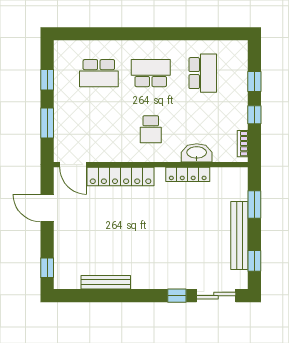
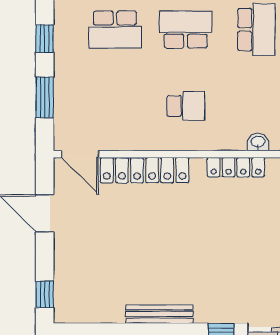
school desk: (151, 129) -> (186, 106), turned -90
washbasin: (197, 153) -> (258, 142), width x0.52, depth x0.69
bench: (106, 282) -> (159, 314), moved

